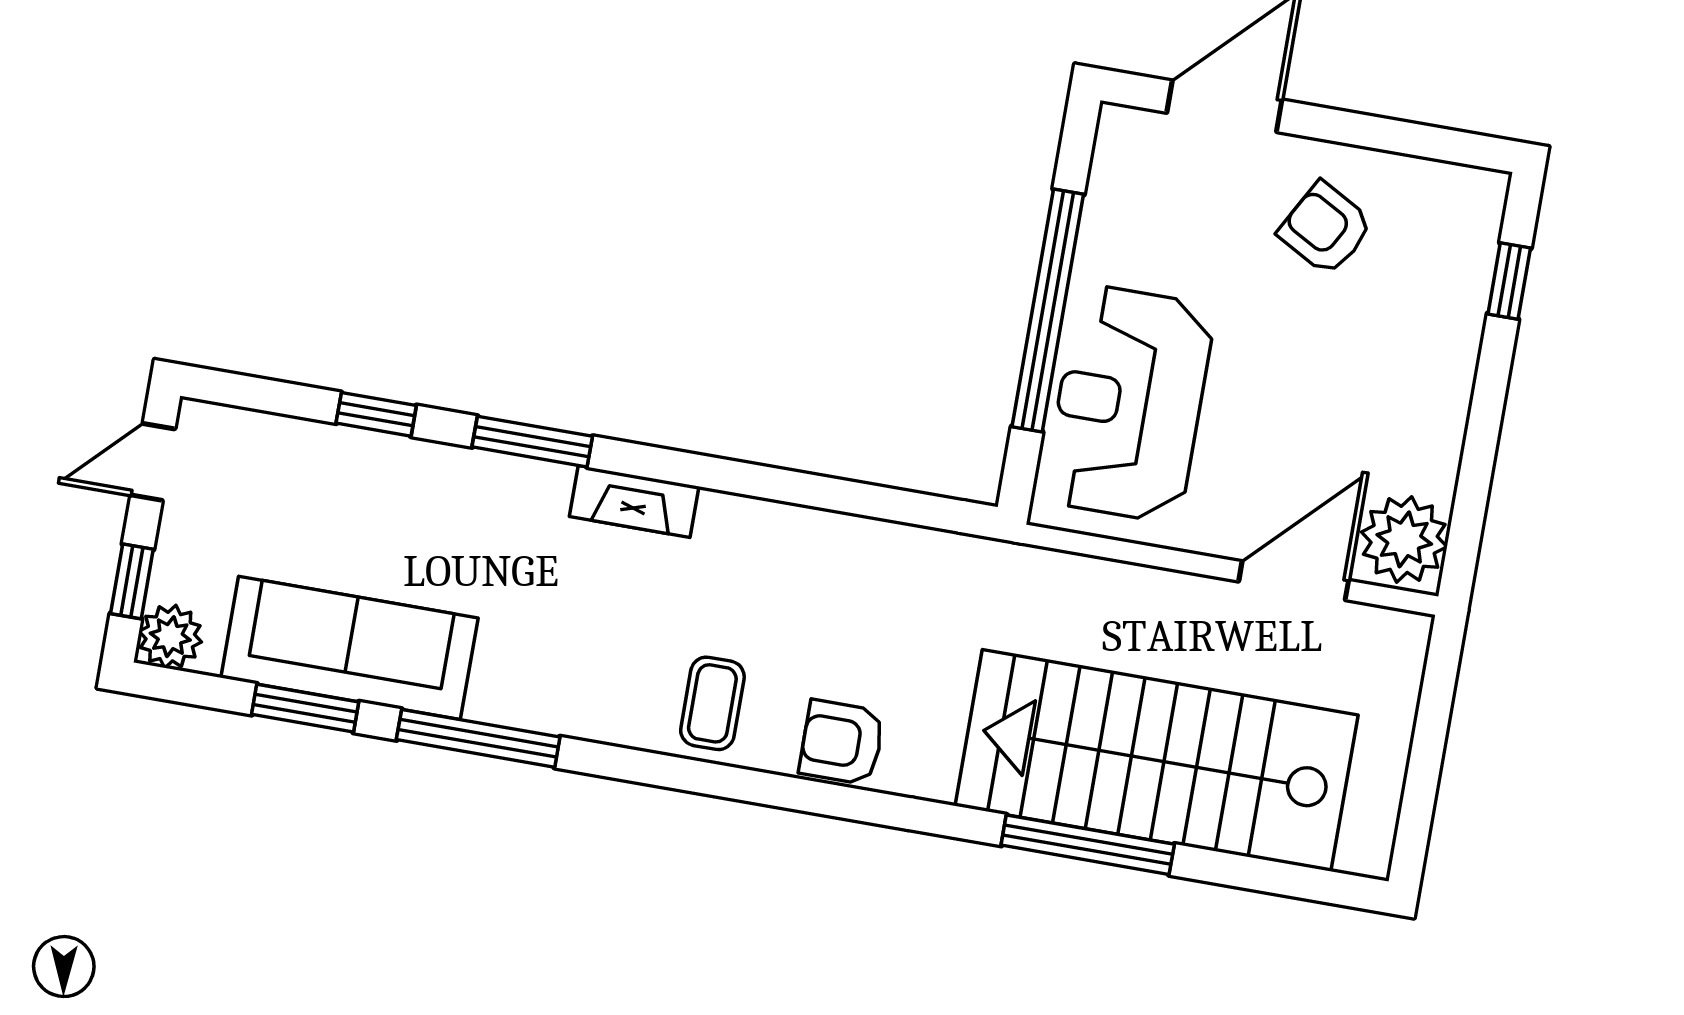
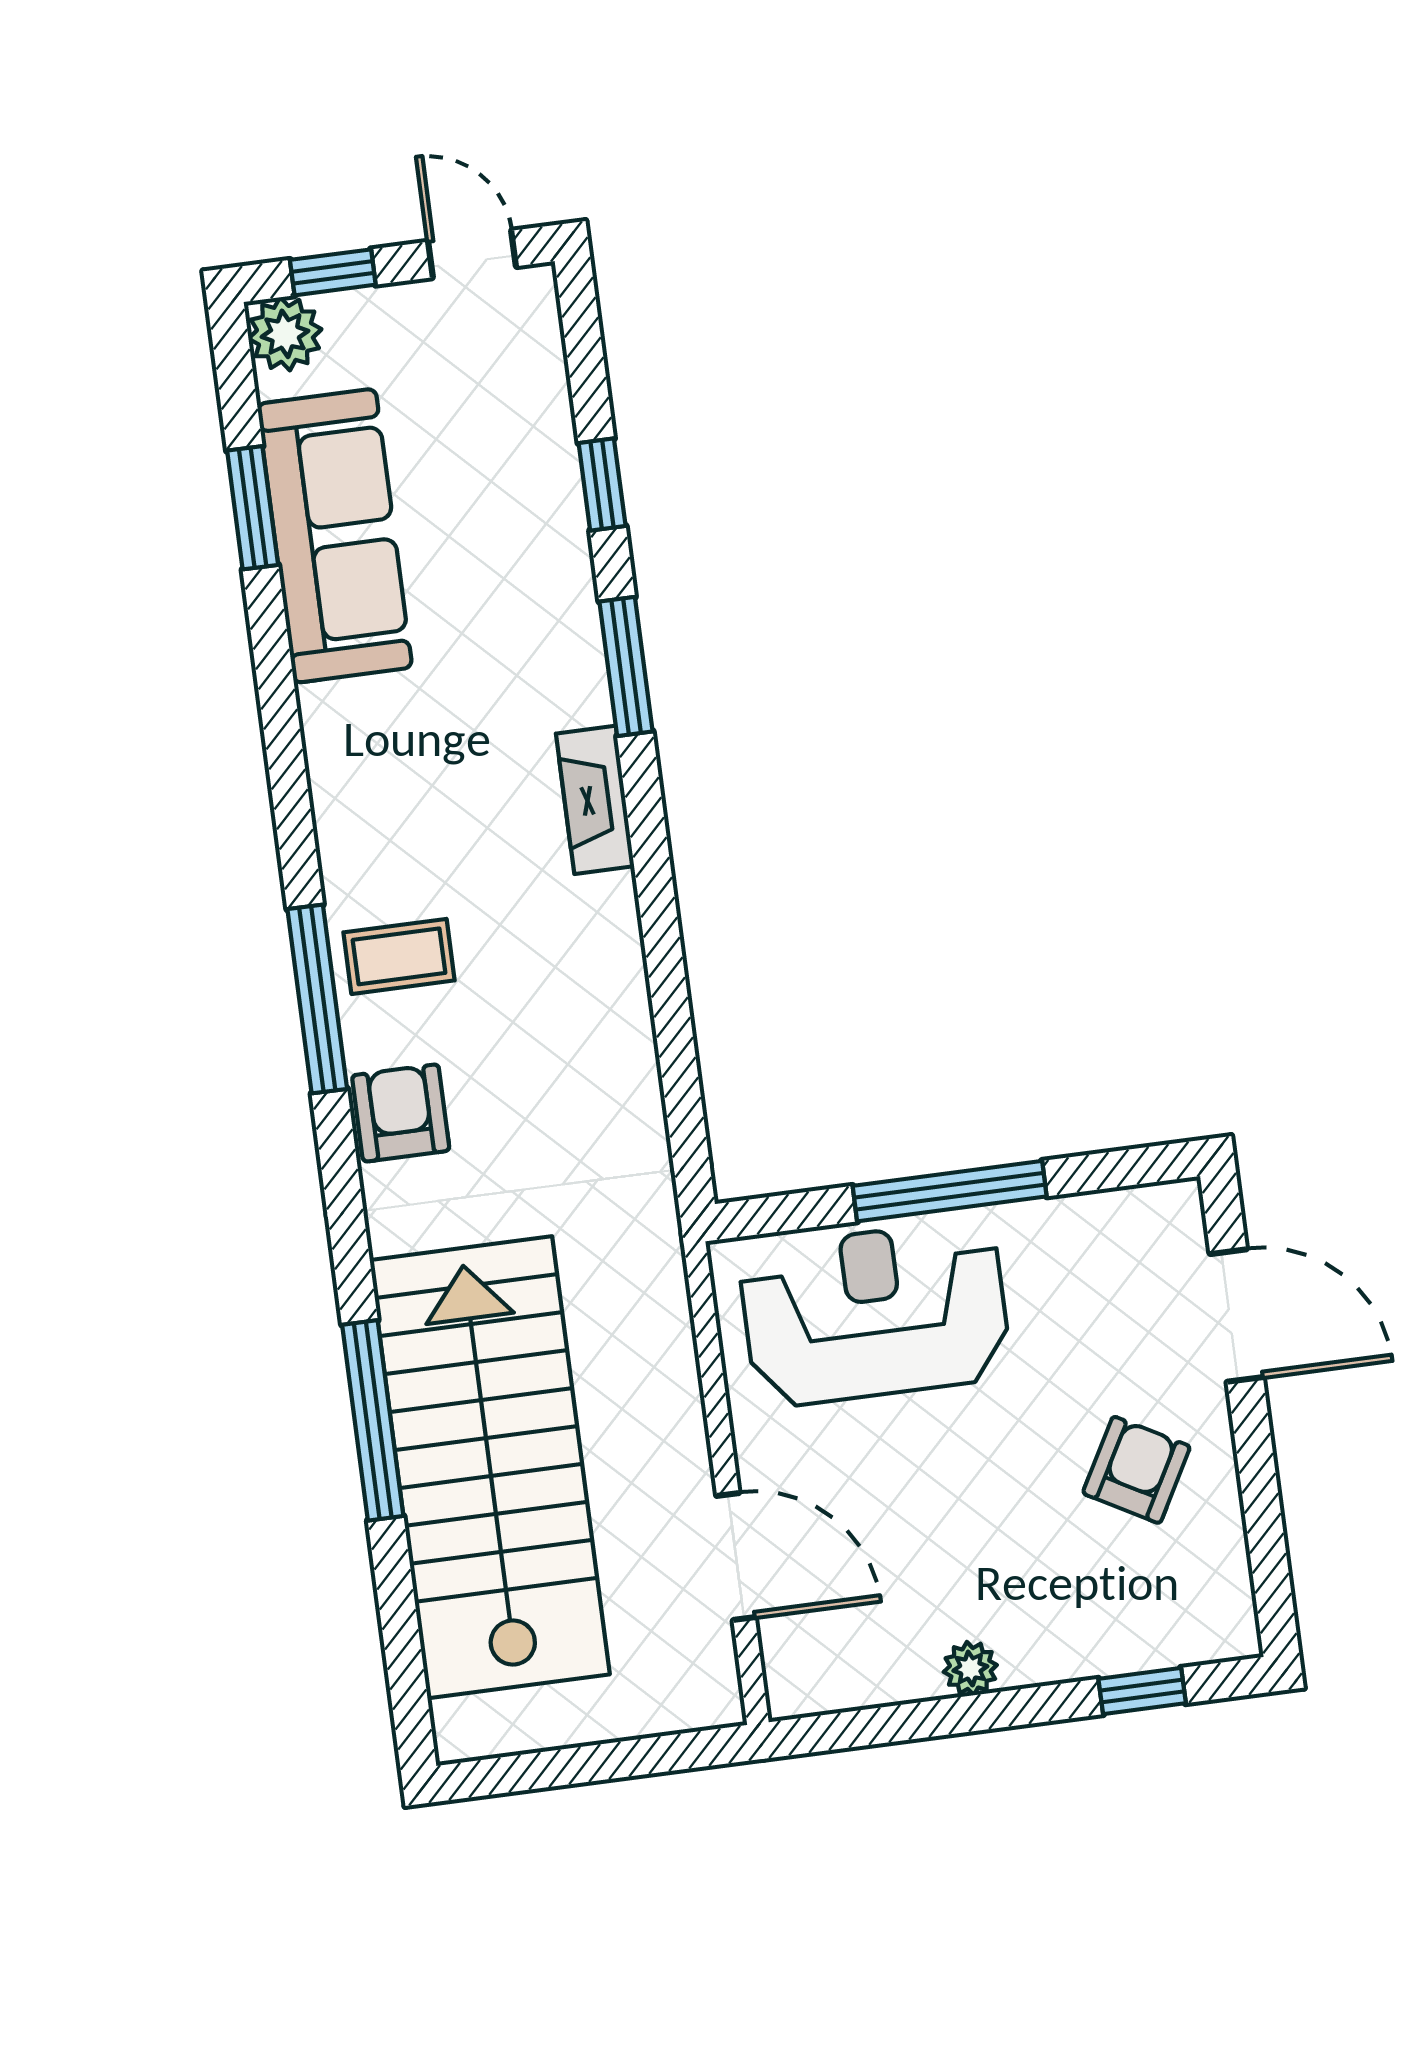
window: (1048, 310) -> (950, 1191), width x0.68
plant: (1404, 539) -> (970, 1668), moved, width x0.53, depth x0.53
window: (478, 738) -> (317, 999), moved

